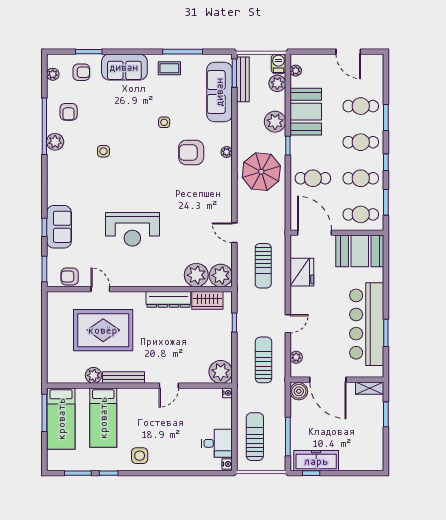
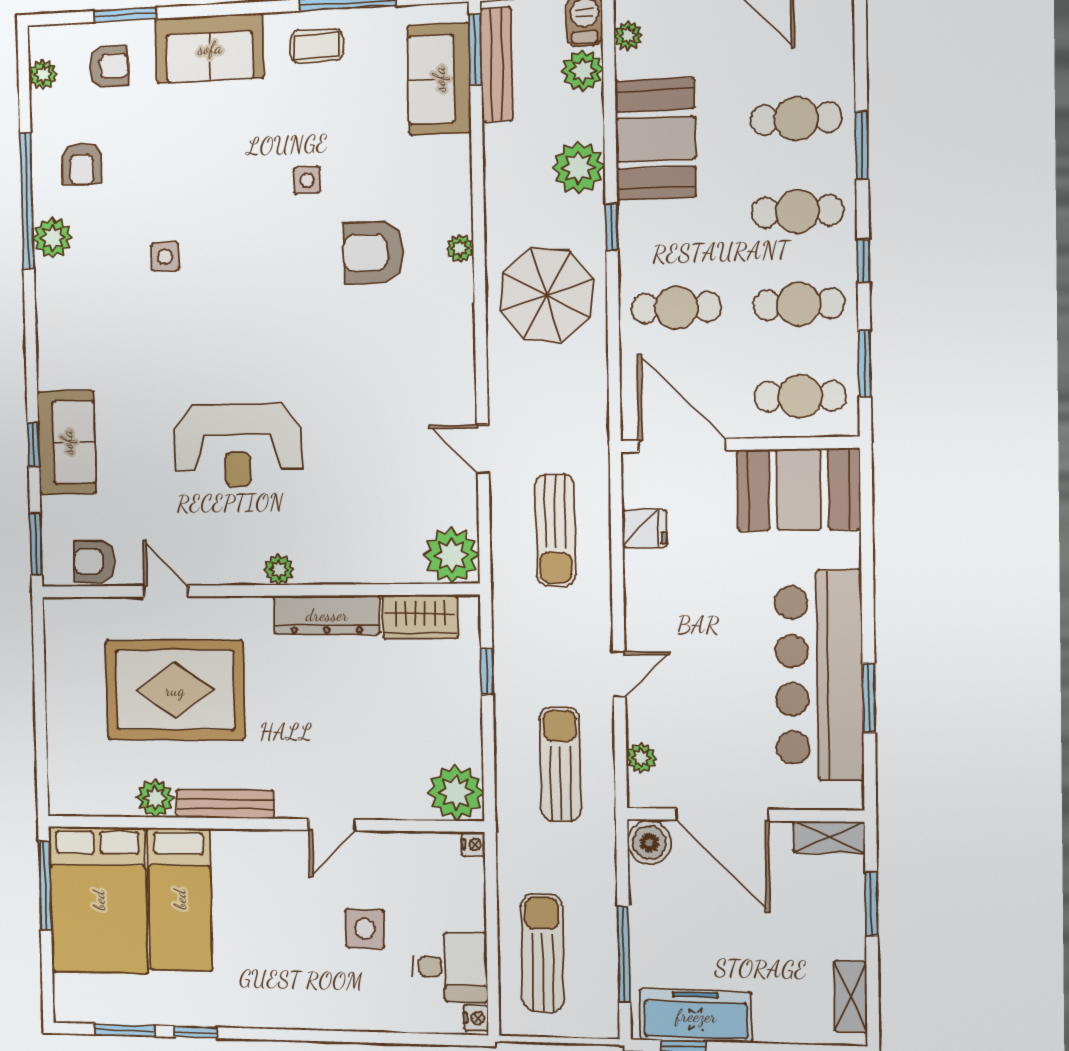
sofa: (219, 92) -> (439, 79), width x0.73
fridge: (302, 272) -> (644, 528), width x0.53, depth x0.75
plant: (196, 275) -> (279, 569), moved, width x0.53, depth x0.53
bed: (61, 419) -> (99, 900), width x1.50
shelving: (377, 451) -> (851, 997), added
side table: (140, 456) -> (365, 929), moved

